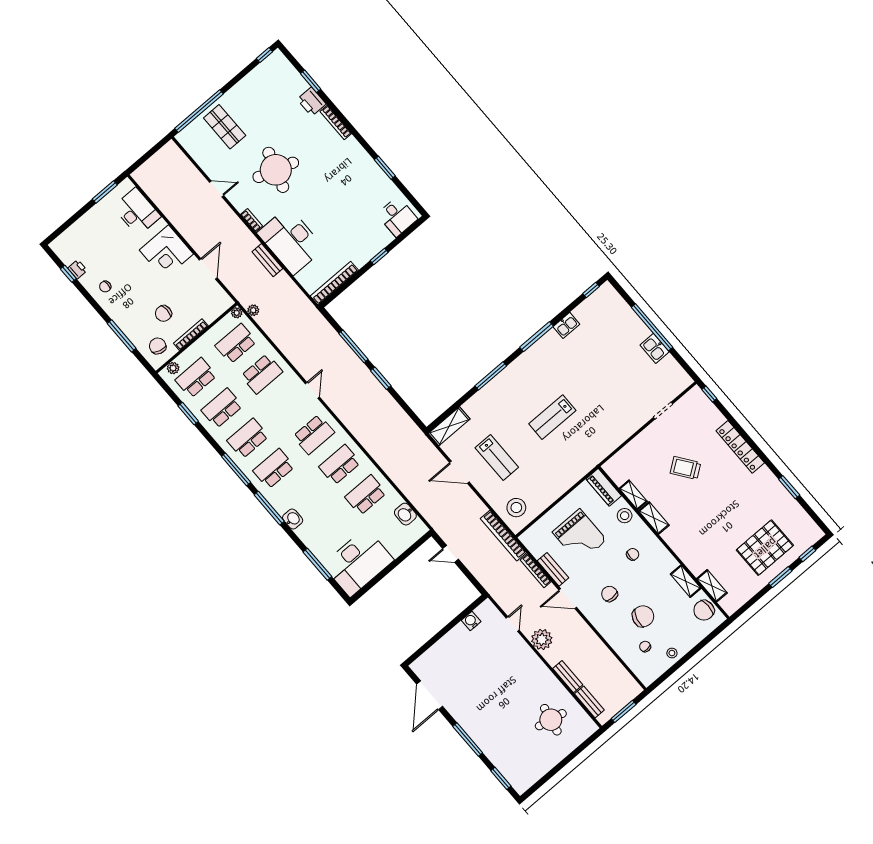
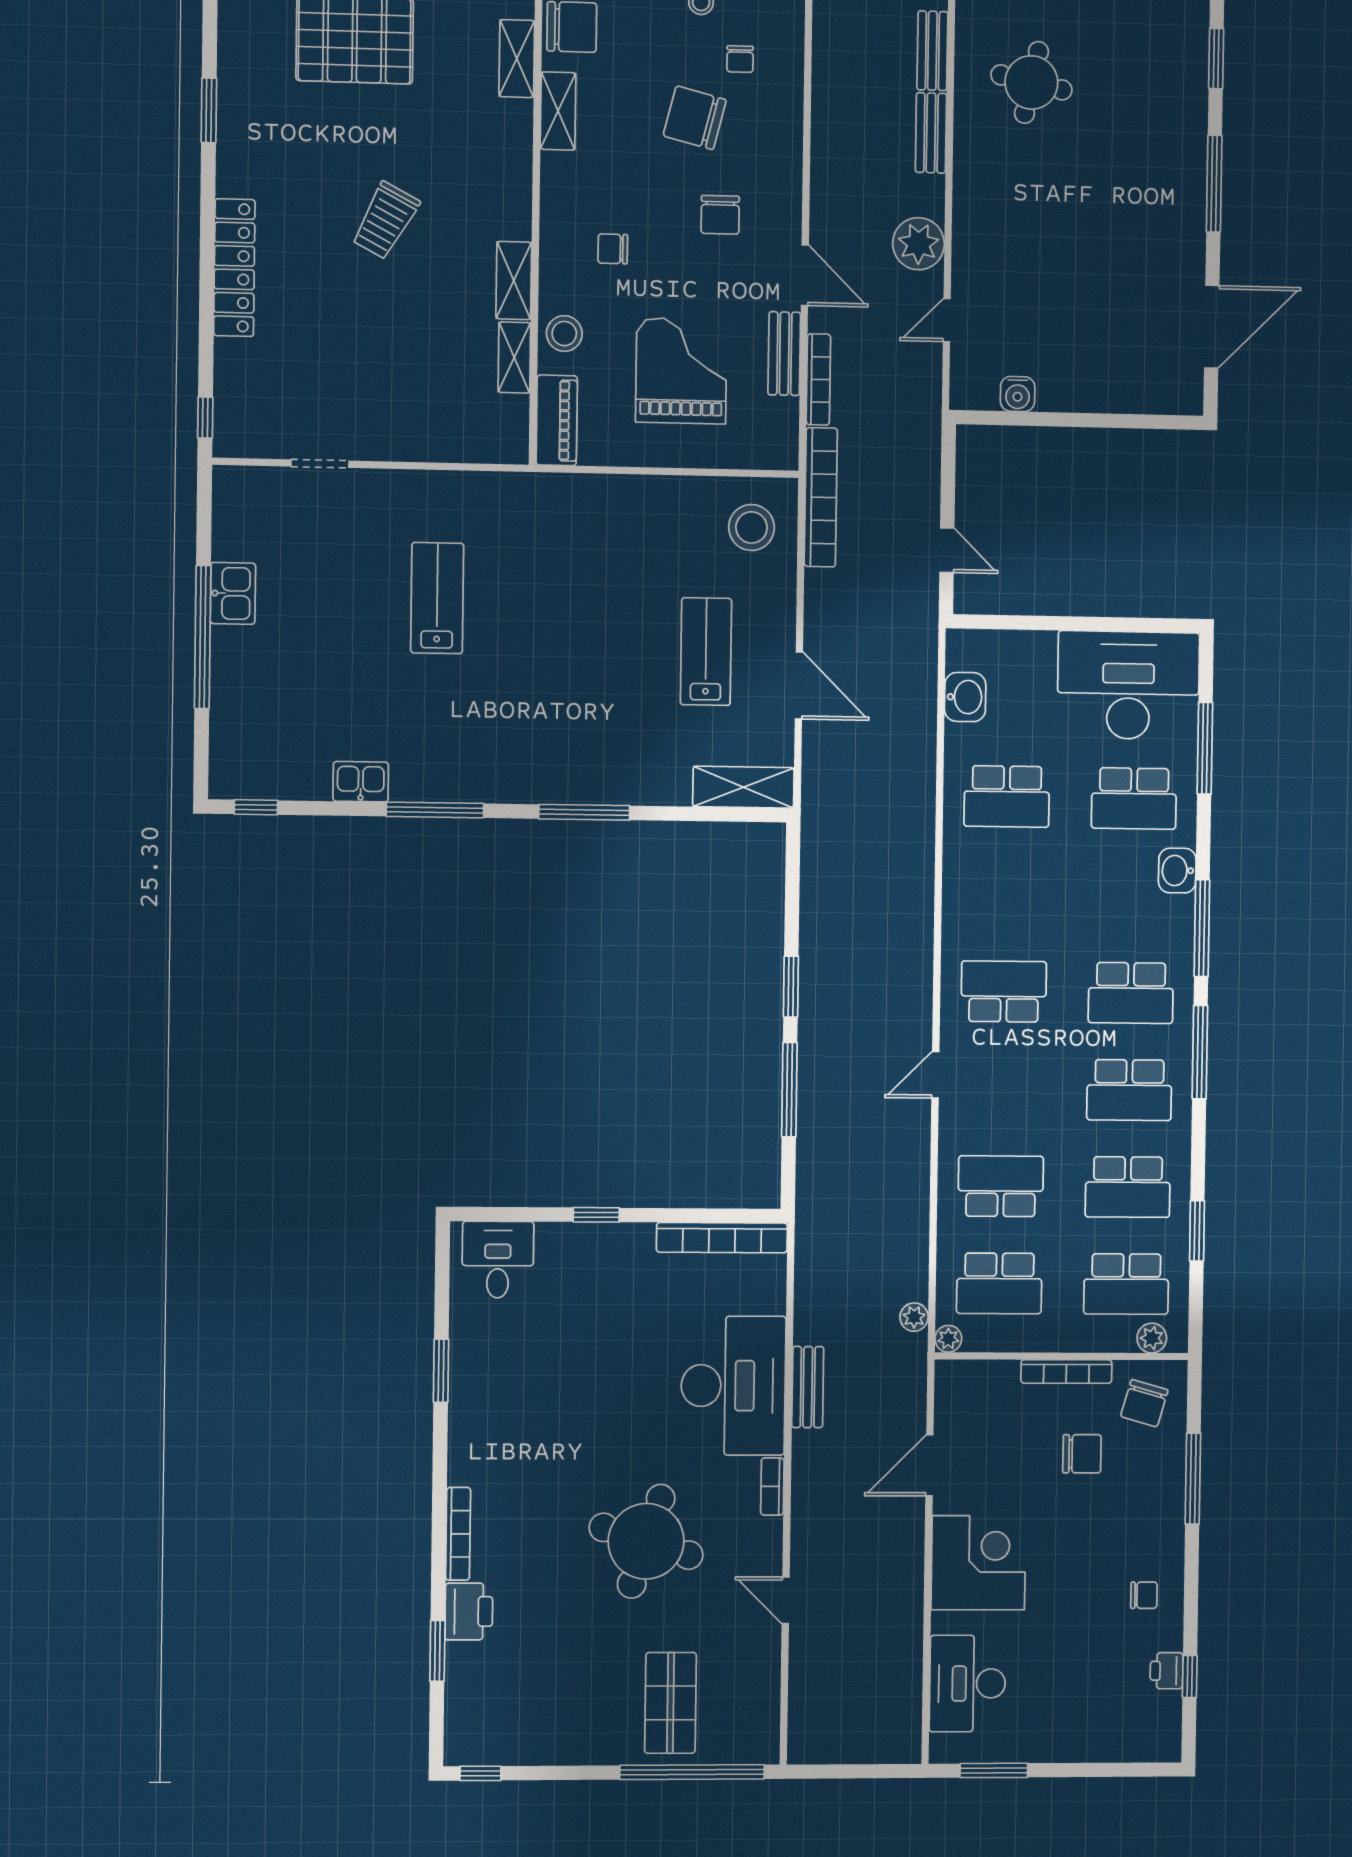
lab bench: (552, 417) -> (437, 598), moved, turned -90
school desk: (340, 465) -> (1134, 798), moved
trolley: (685, 468) -> (385, 221), moved, turned 64

